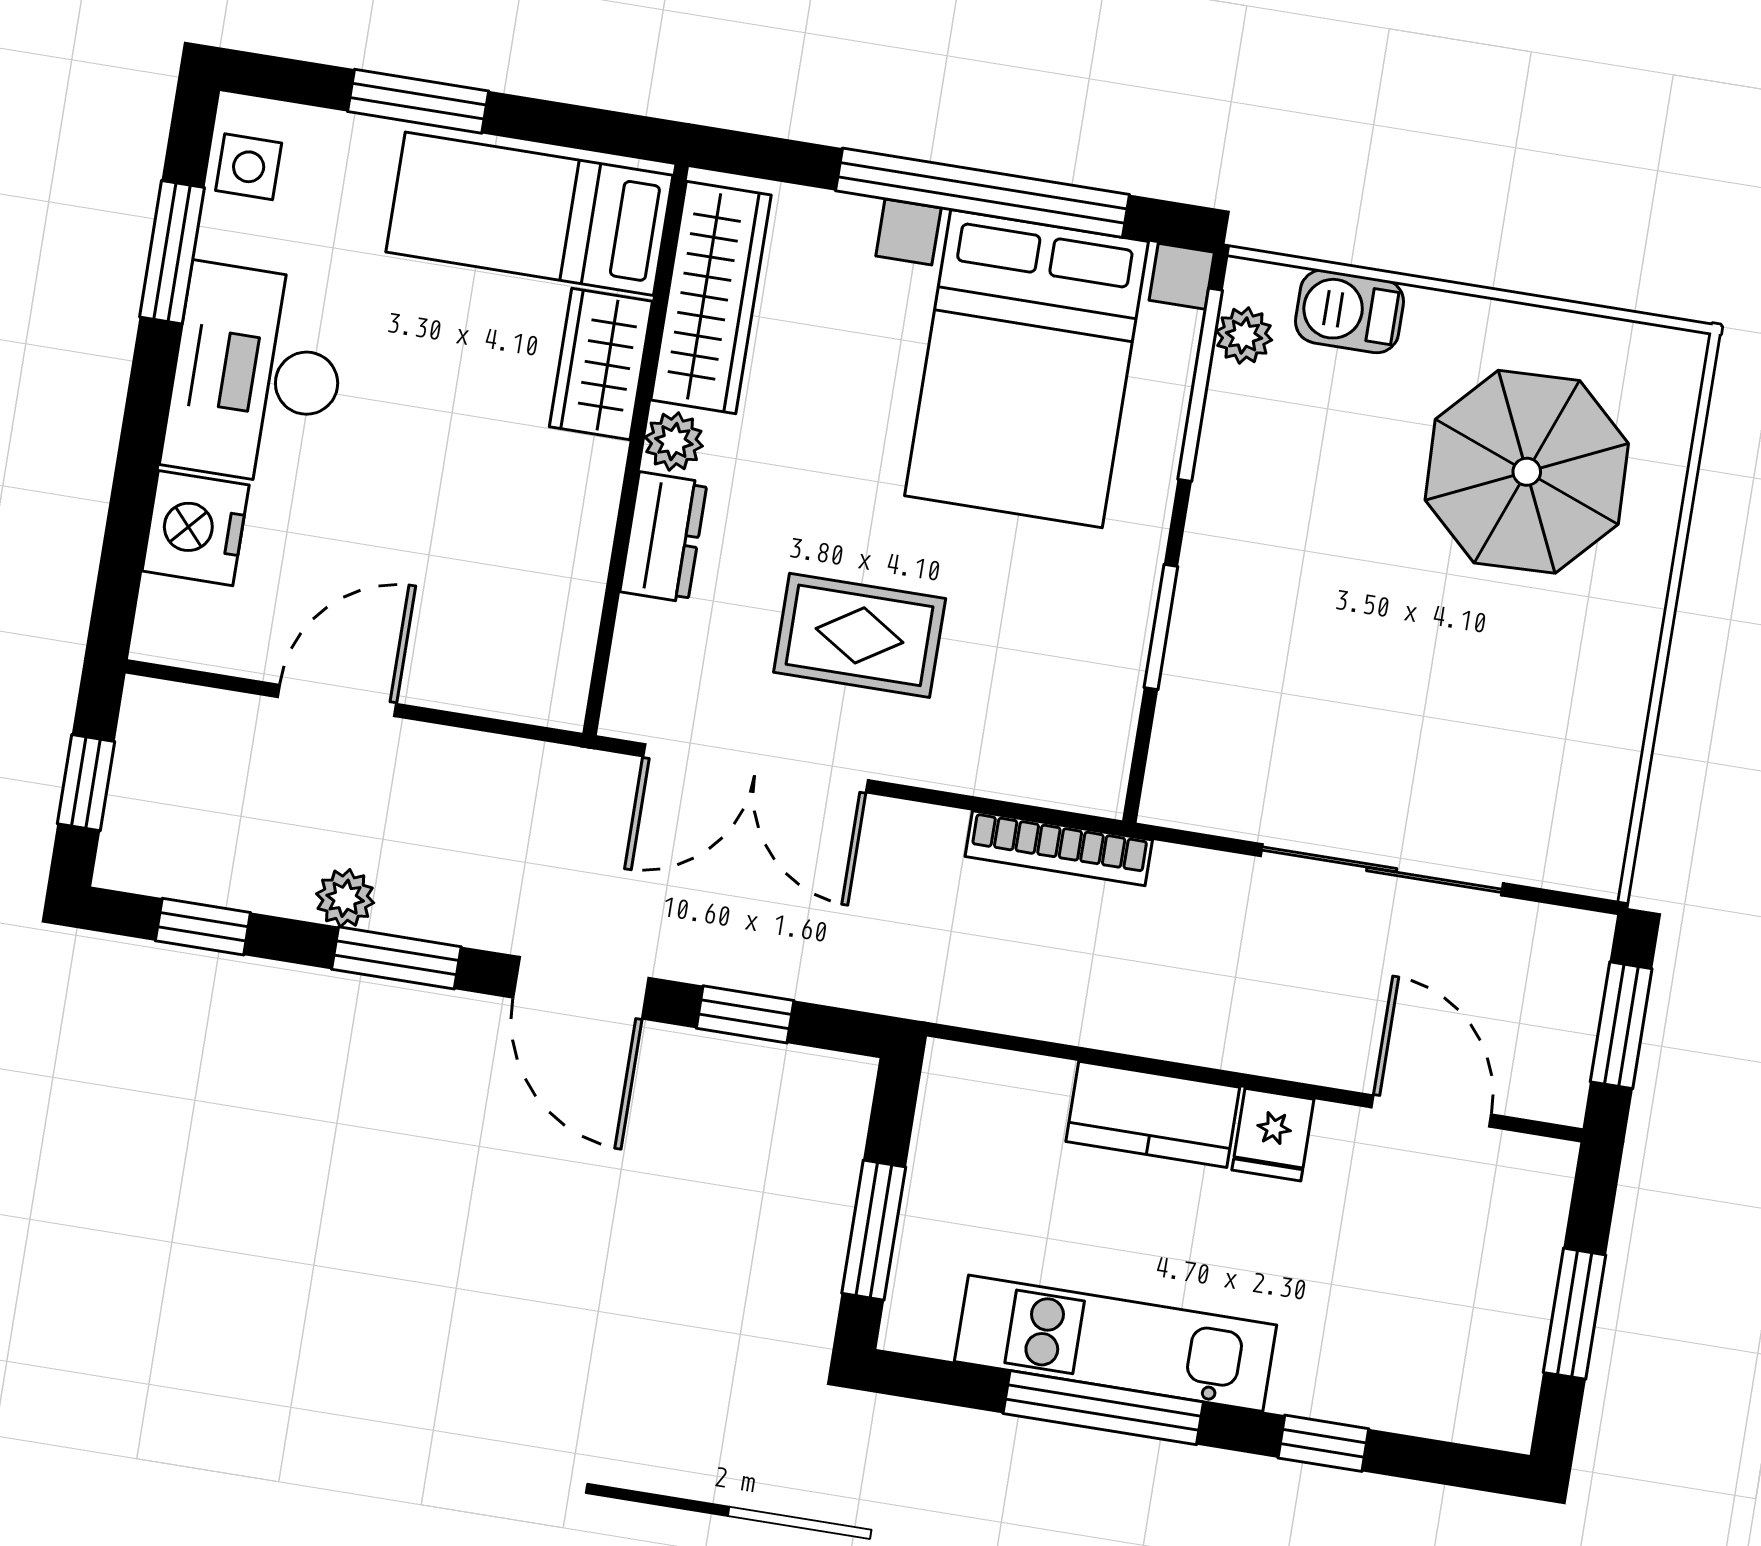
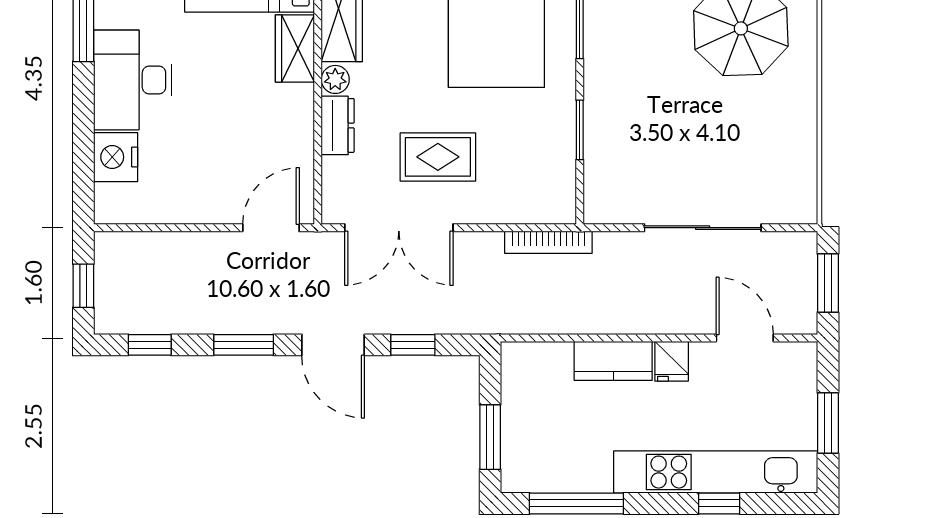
door: (337, 700) -> (271, 228), moved
plant: (345, 898) -> (215, 321), removed
kitchen unit: (1116, 1343) -> (716, 472), moved, width x1.36
window: (1103, 1408) -> (576, 503), moved

